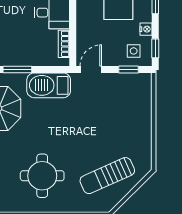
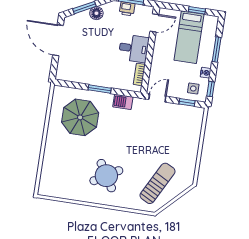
barbecue: (49, 85) -> (123, 102), width x0.53, depth x0.65
round table: (42, 176) -> (106, 176), turned -31
sun lounger: (107, 176) -> (158, 183), turned 142

